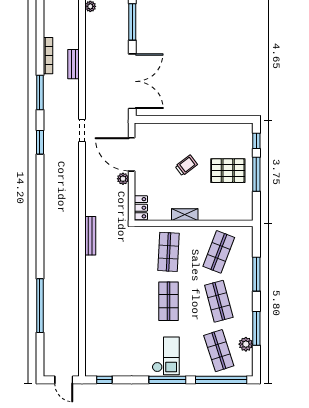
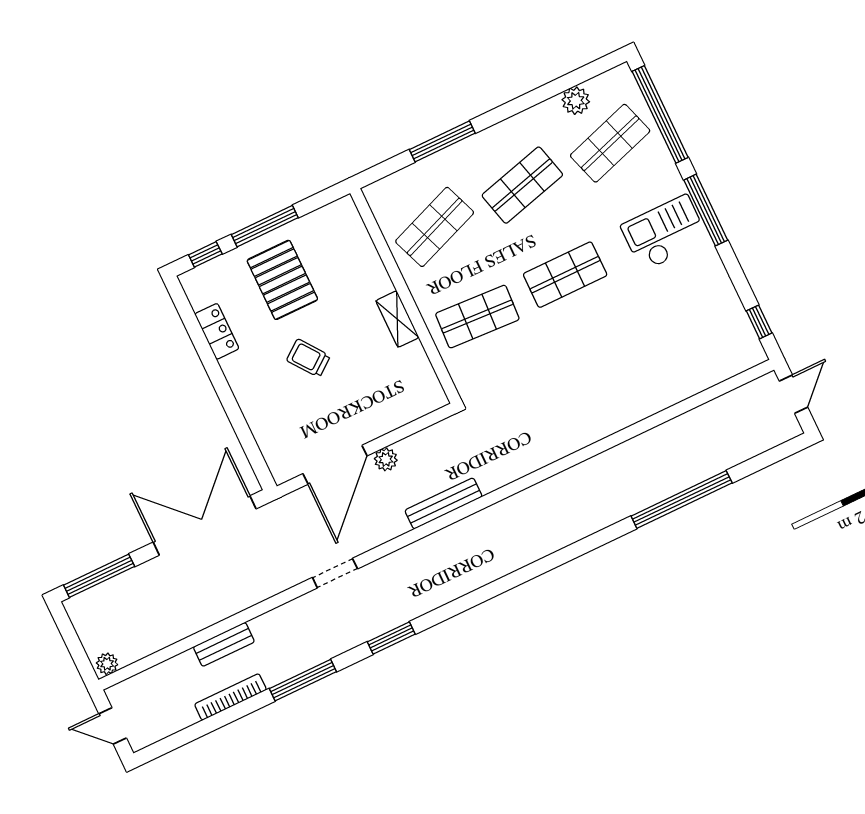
locker: (141, 208) -> (217, 331), moved, turned 90
bench: (90, 236) -> (443, 503), moved
shop shelf: (219, 252) -> (435, 227), turned -42
window: (256, 328) -> (539, 95), removed

